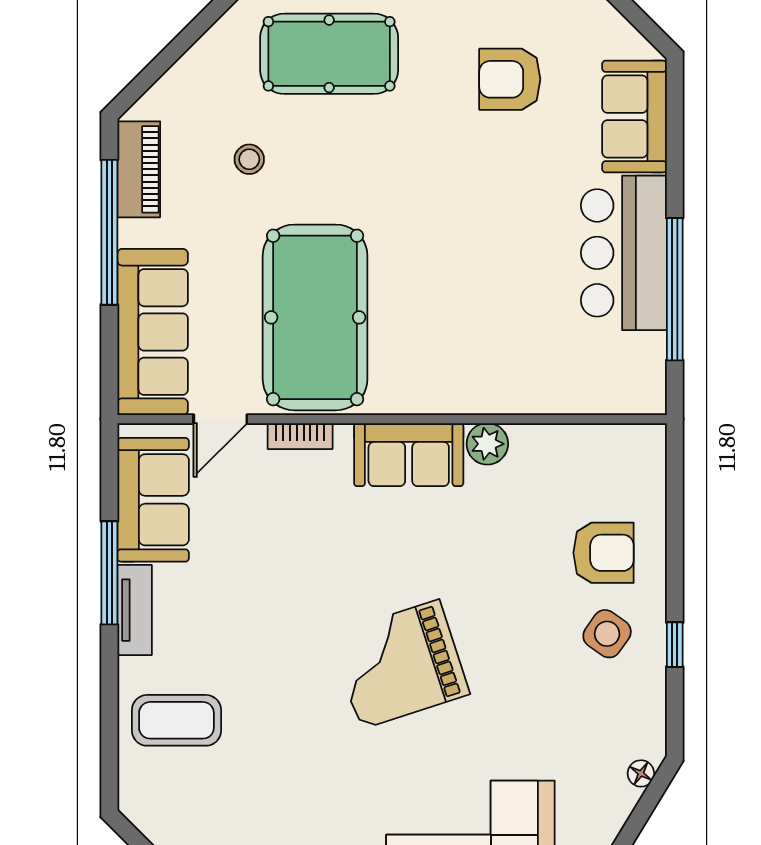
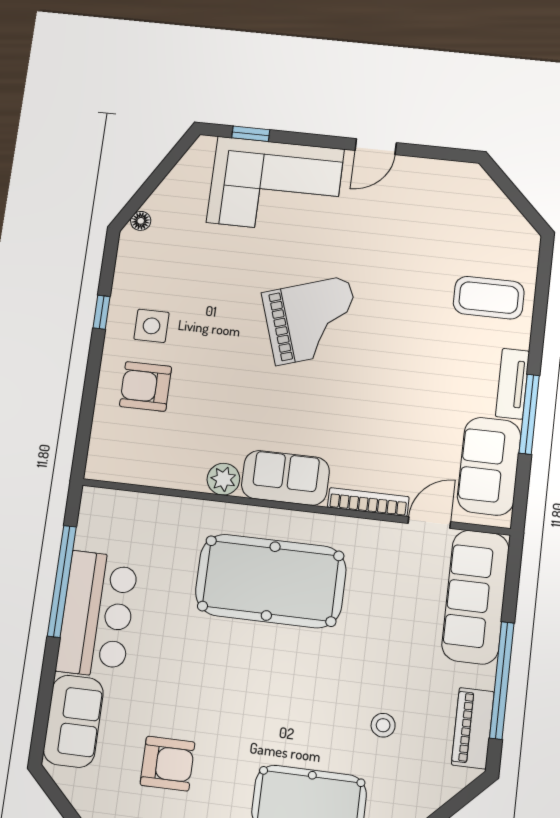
pool table: (315, 317) -> (271, 581), moved, turned 90
bookcase: (300, 436) -> (368, 502), width x1.56
side table: (607, 634) -> (151, 326), turned -35

